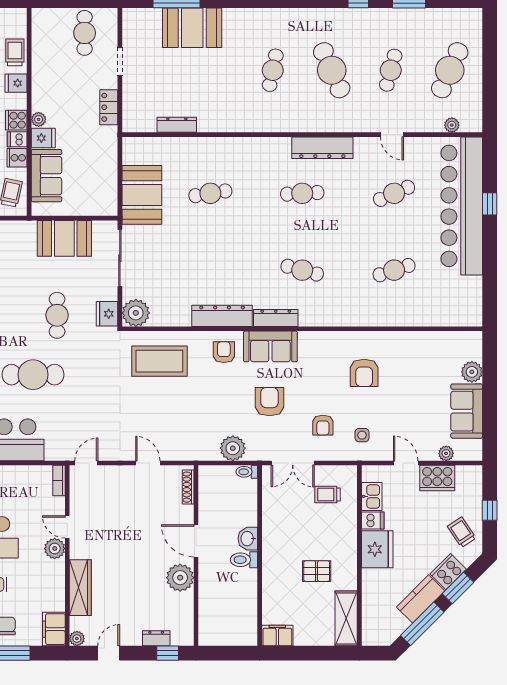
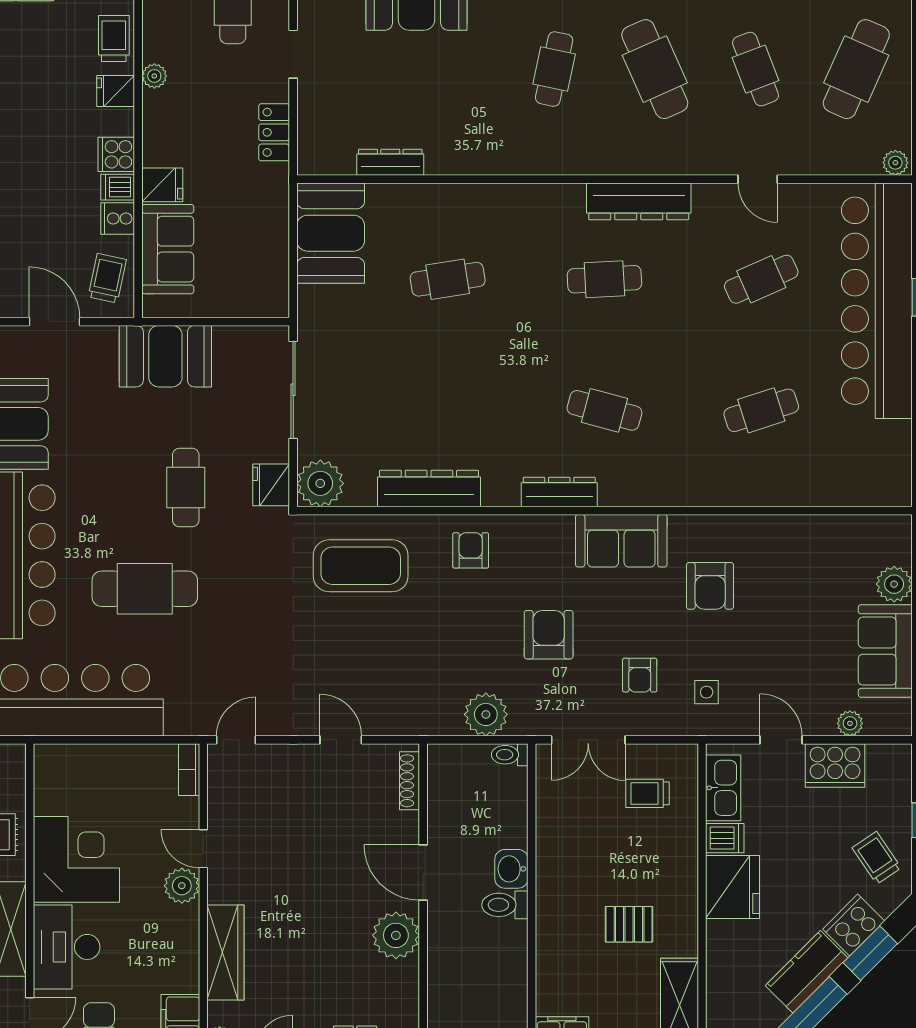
cafe table: (391, 70) -> (756, 69), turned -36
plant: (39, 119) -> (154, 76), moved
plant: (452, 125) -> (895, 163), moved
booth: (142, 195) -> (331, 233), moved
booth: (64, 238) -> (165, 356), moved
dresser: (222, 316) -> (429, 488), moved
sofa: (270, 346) -> (621, 541), moved
kitchen sink: (372, 496) -> (723, 788), width x1.38

